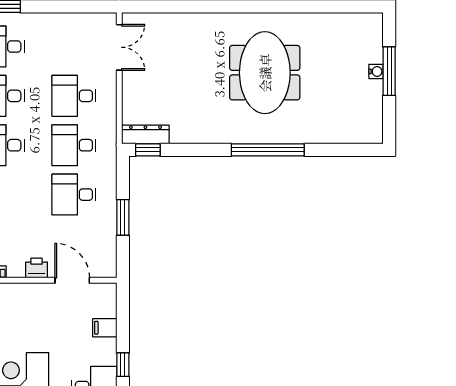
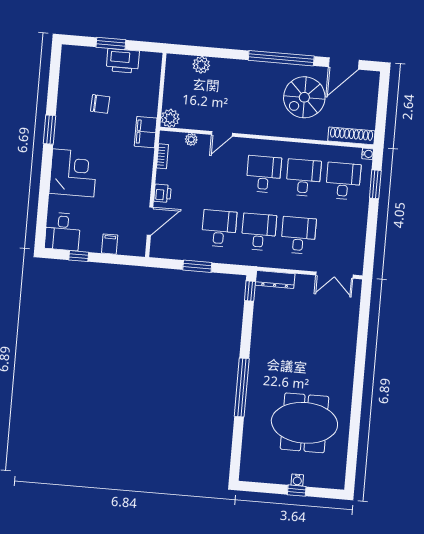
window: (389, 71) -> (297, 491), width x0.46
meeting table: (265, 73) -> (304, 423), moved
dresser: (145, 134) -> (275, 279), moved, turned 90

